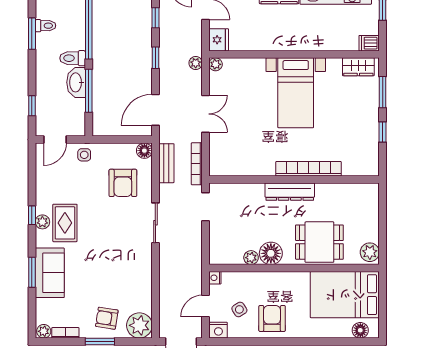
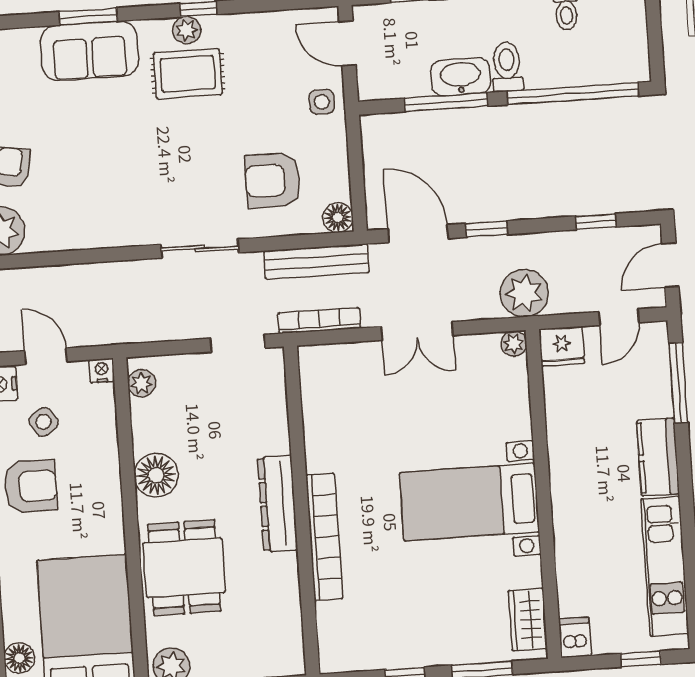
window: (155, 58) -> (487, 229), moved
plant: (196, 63) -> (524, 293), width x1.88, depth x1.88
bench: (166, 163) -> (317, 262), width x1.36
plant: (251, 258) -> (142, 383), moved

